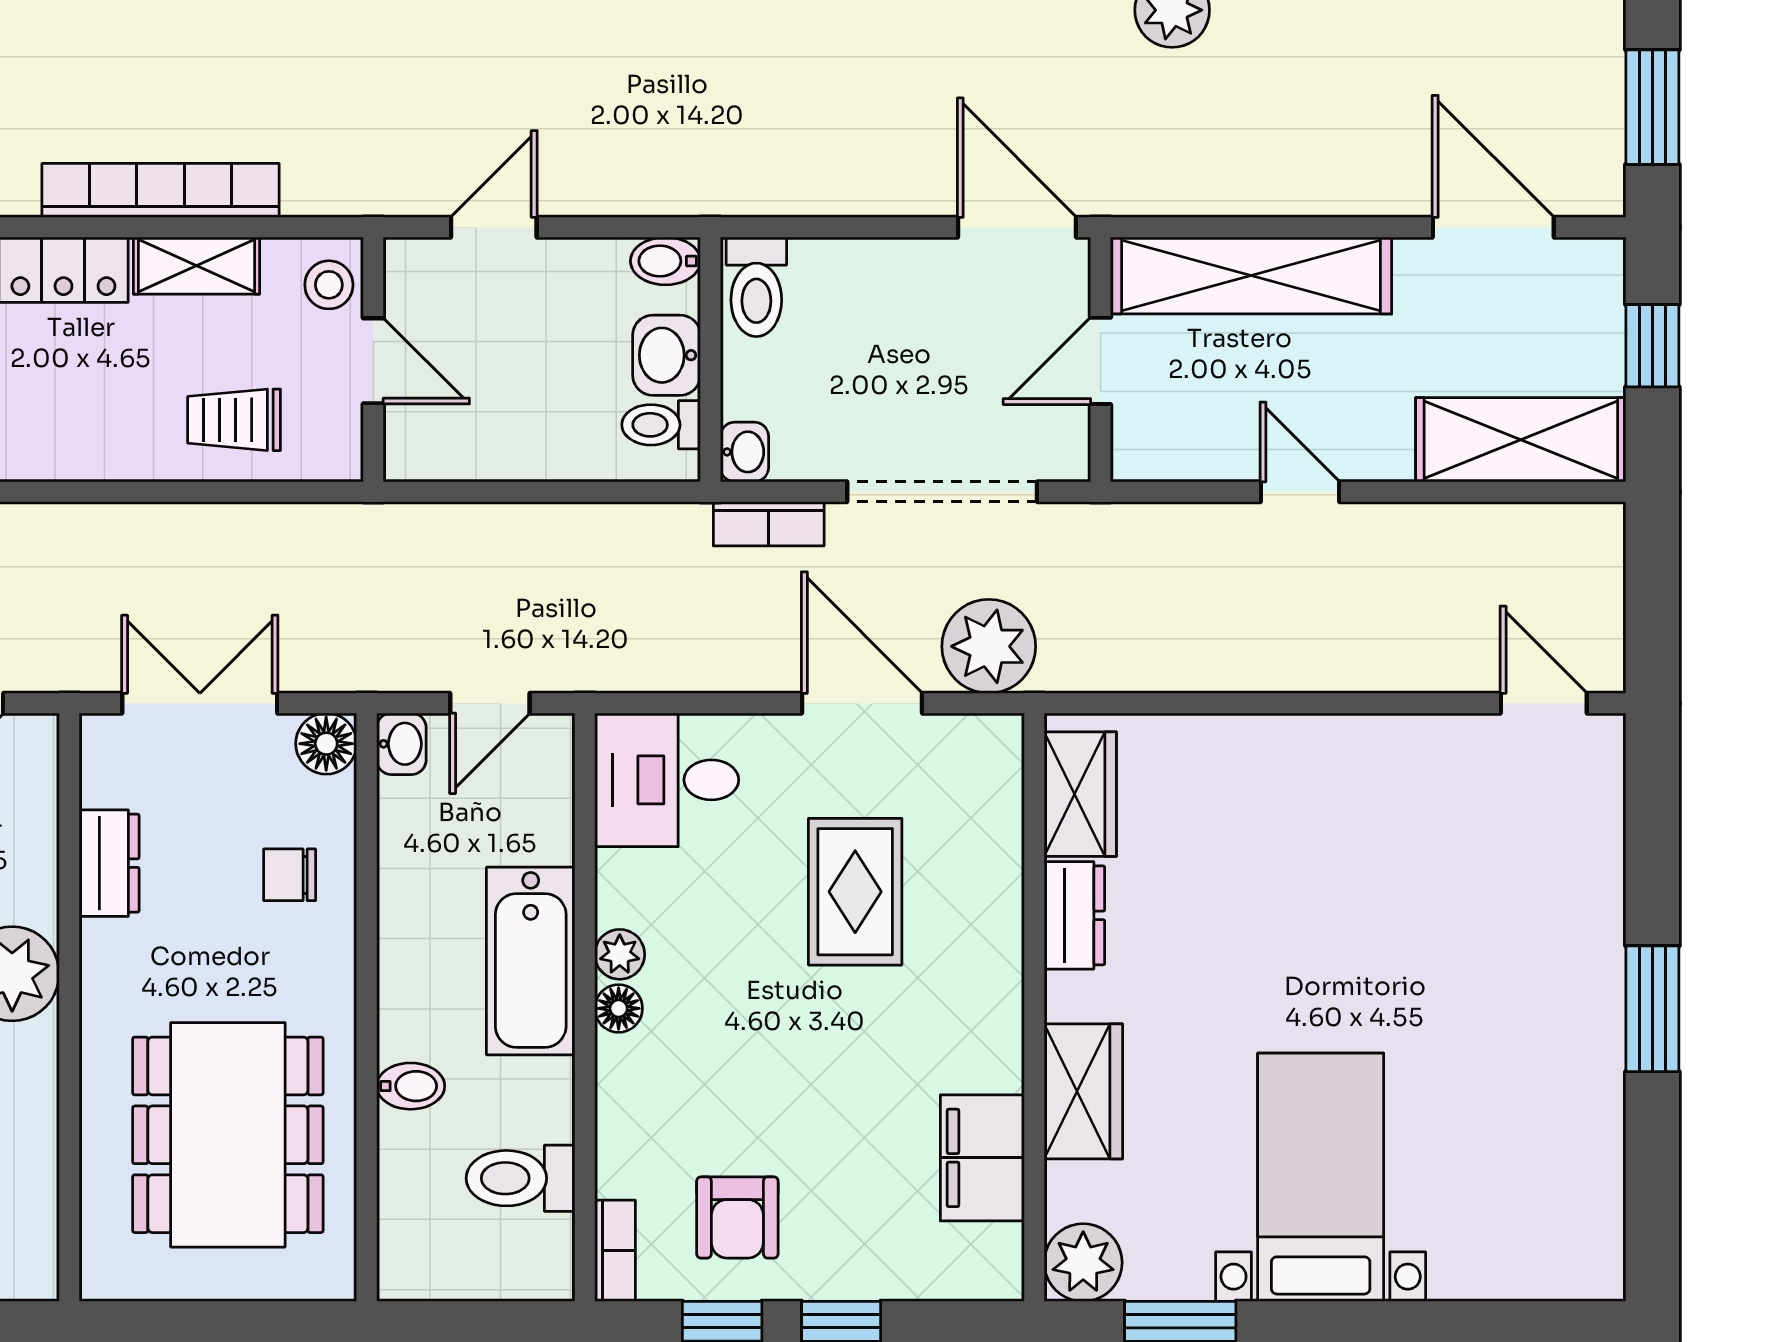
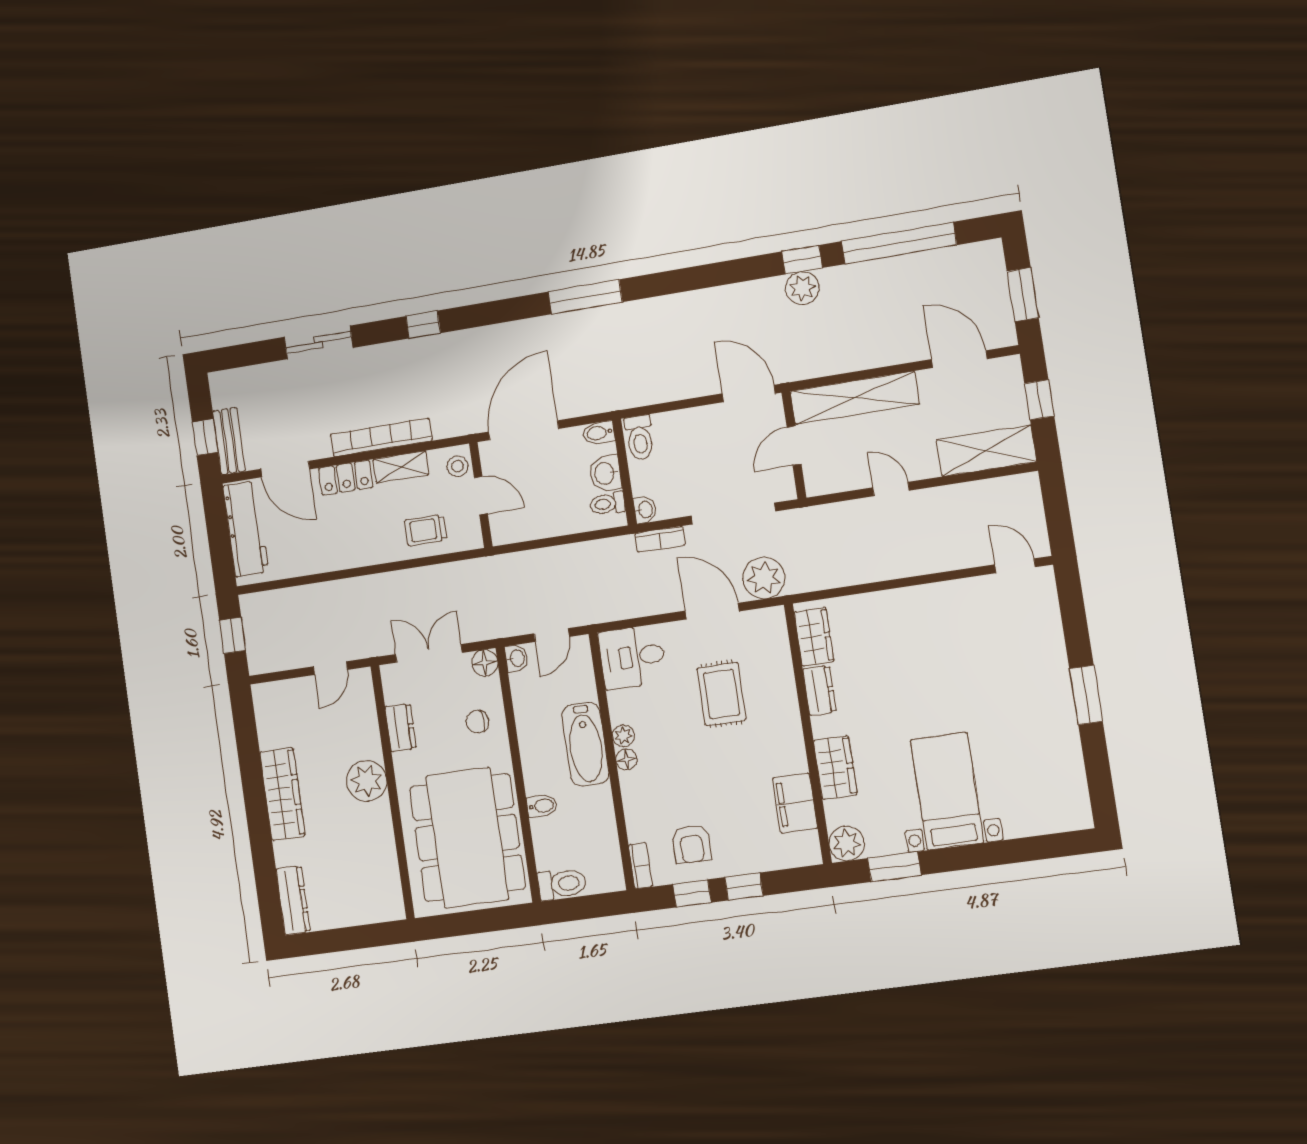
door: (494, 227) -> (524, 430), width x1.88
dining table: (228, 1135) -> (467, 838), width x1.36, depth x1.24
toilet: (520, 1178) -> (562, 884), moved, turned 180

